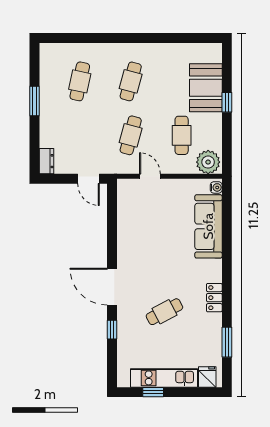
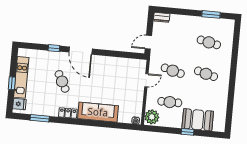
window: (34, 101) -> (211, 14), moved
sofa: (208, 226) -> (98, 112), moved
door: (112, 287) -> (81, 51), swing flipped
window: (153, 392) -> (12, 83), moved

